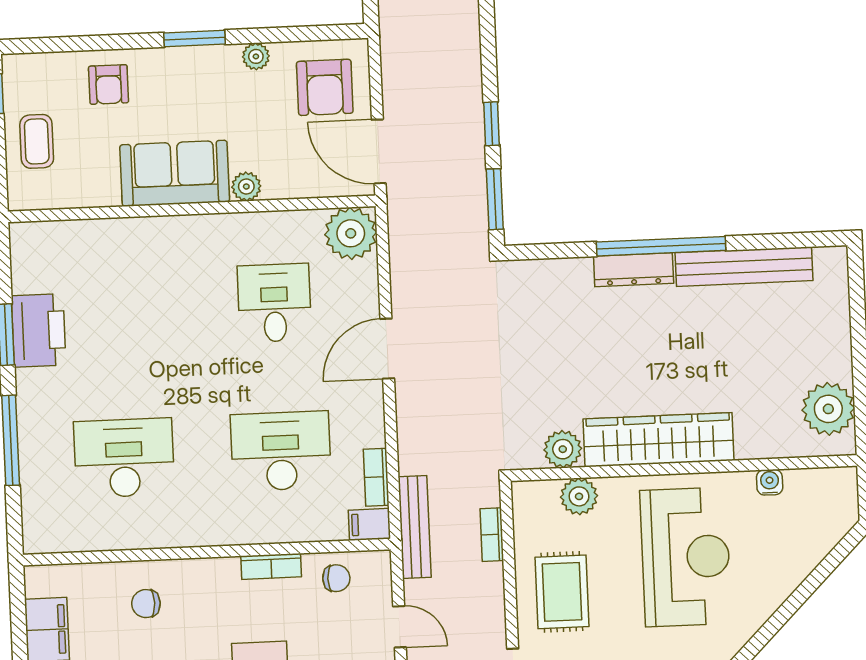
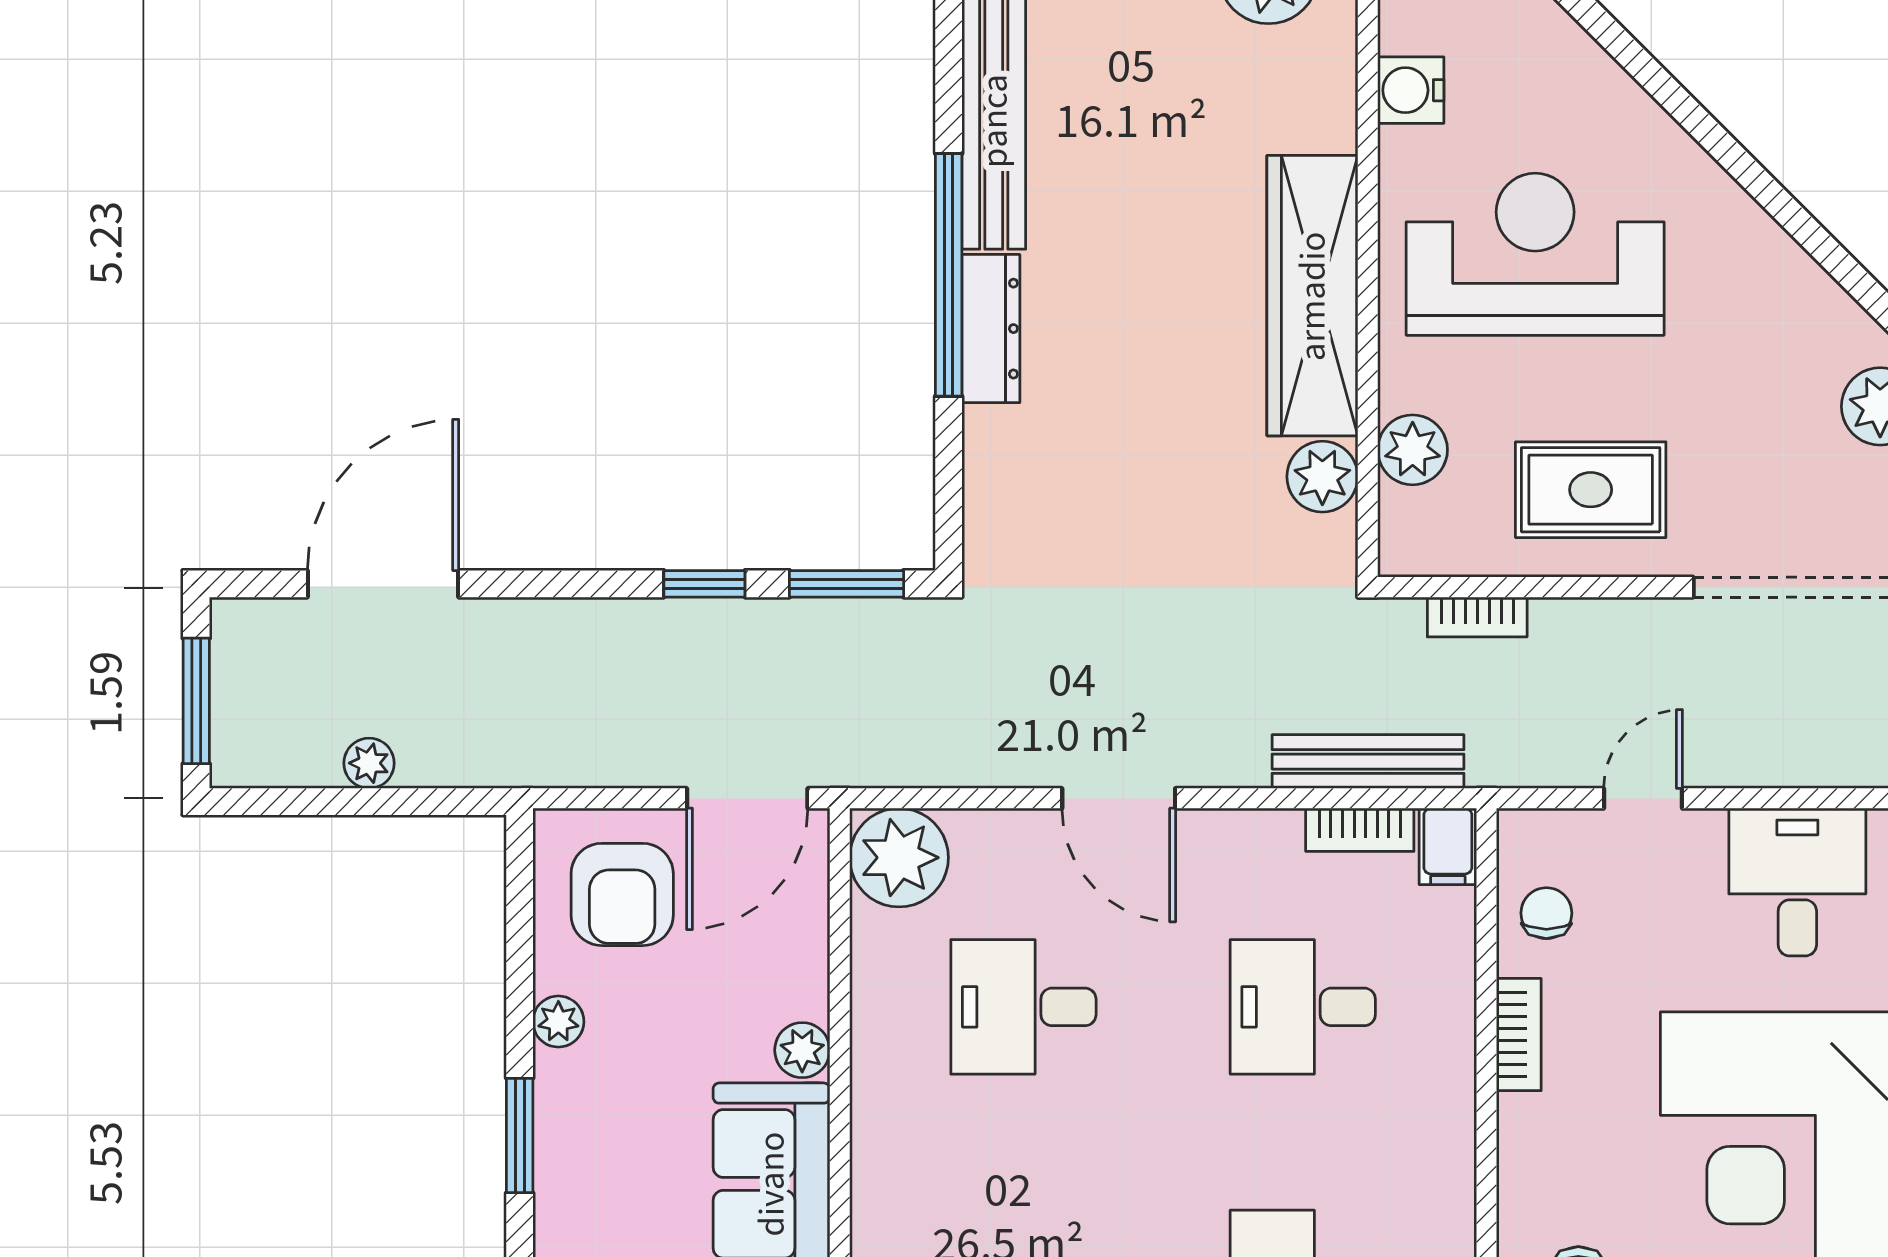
armchair: (325, 87) -> (622, 894), turned 90
desk: (281, 451) -> (1303, 1007), width x0.73
water cooler: (770, 482) -> (1411, 90), width x1.38, depth x1.38
bench: (415, 527) -> (1368, 762), moved

